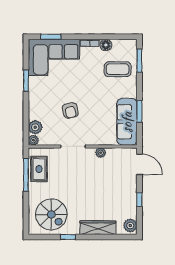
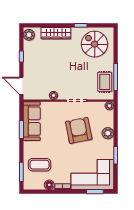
armchair: (70, 110) -> (79, 130), width x1.88, depth x1.88
plant: (35, 127) -> (108, 133), moved

